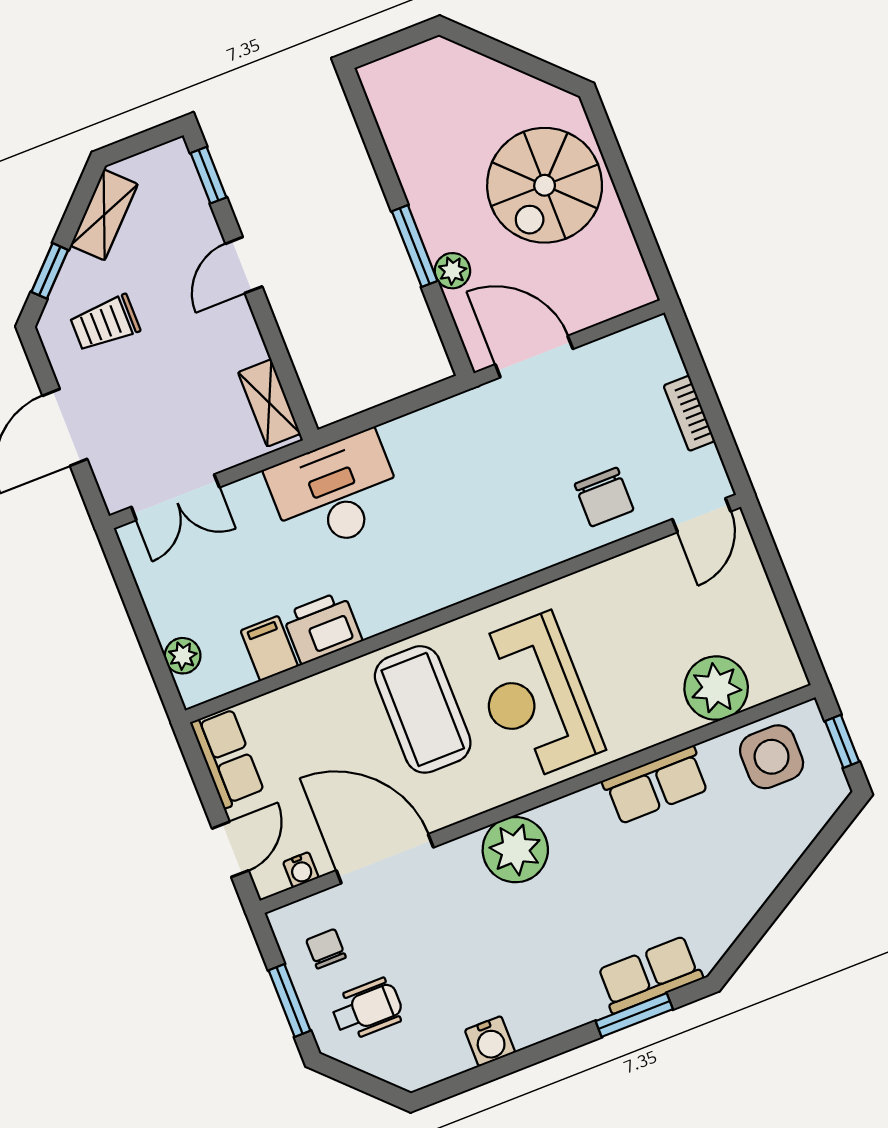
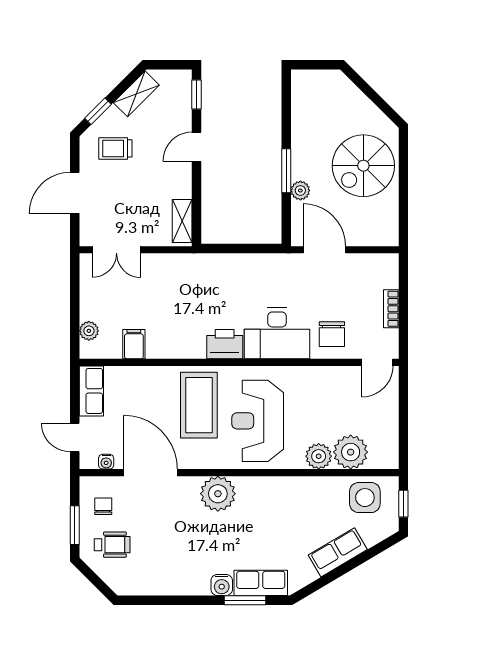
desk: (335, 492) -> (277, 333), moved, turned 180
printer: (322, 627) -> (225, 344), moved
plant: (664, 717) -> (319, 456), added
row of seats: (656, 785) -> (338, 552), moved, turned 149
door: (230, 849) -> (75, 438), swing flipped
water cooler: (490, 1041) -> (222, 585), moved

